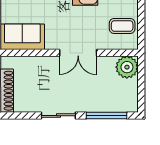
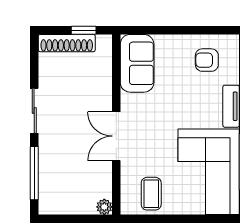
plant: (127, 67) -> (104, 207), width x0.53, depth x0.53

